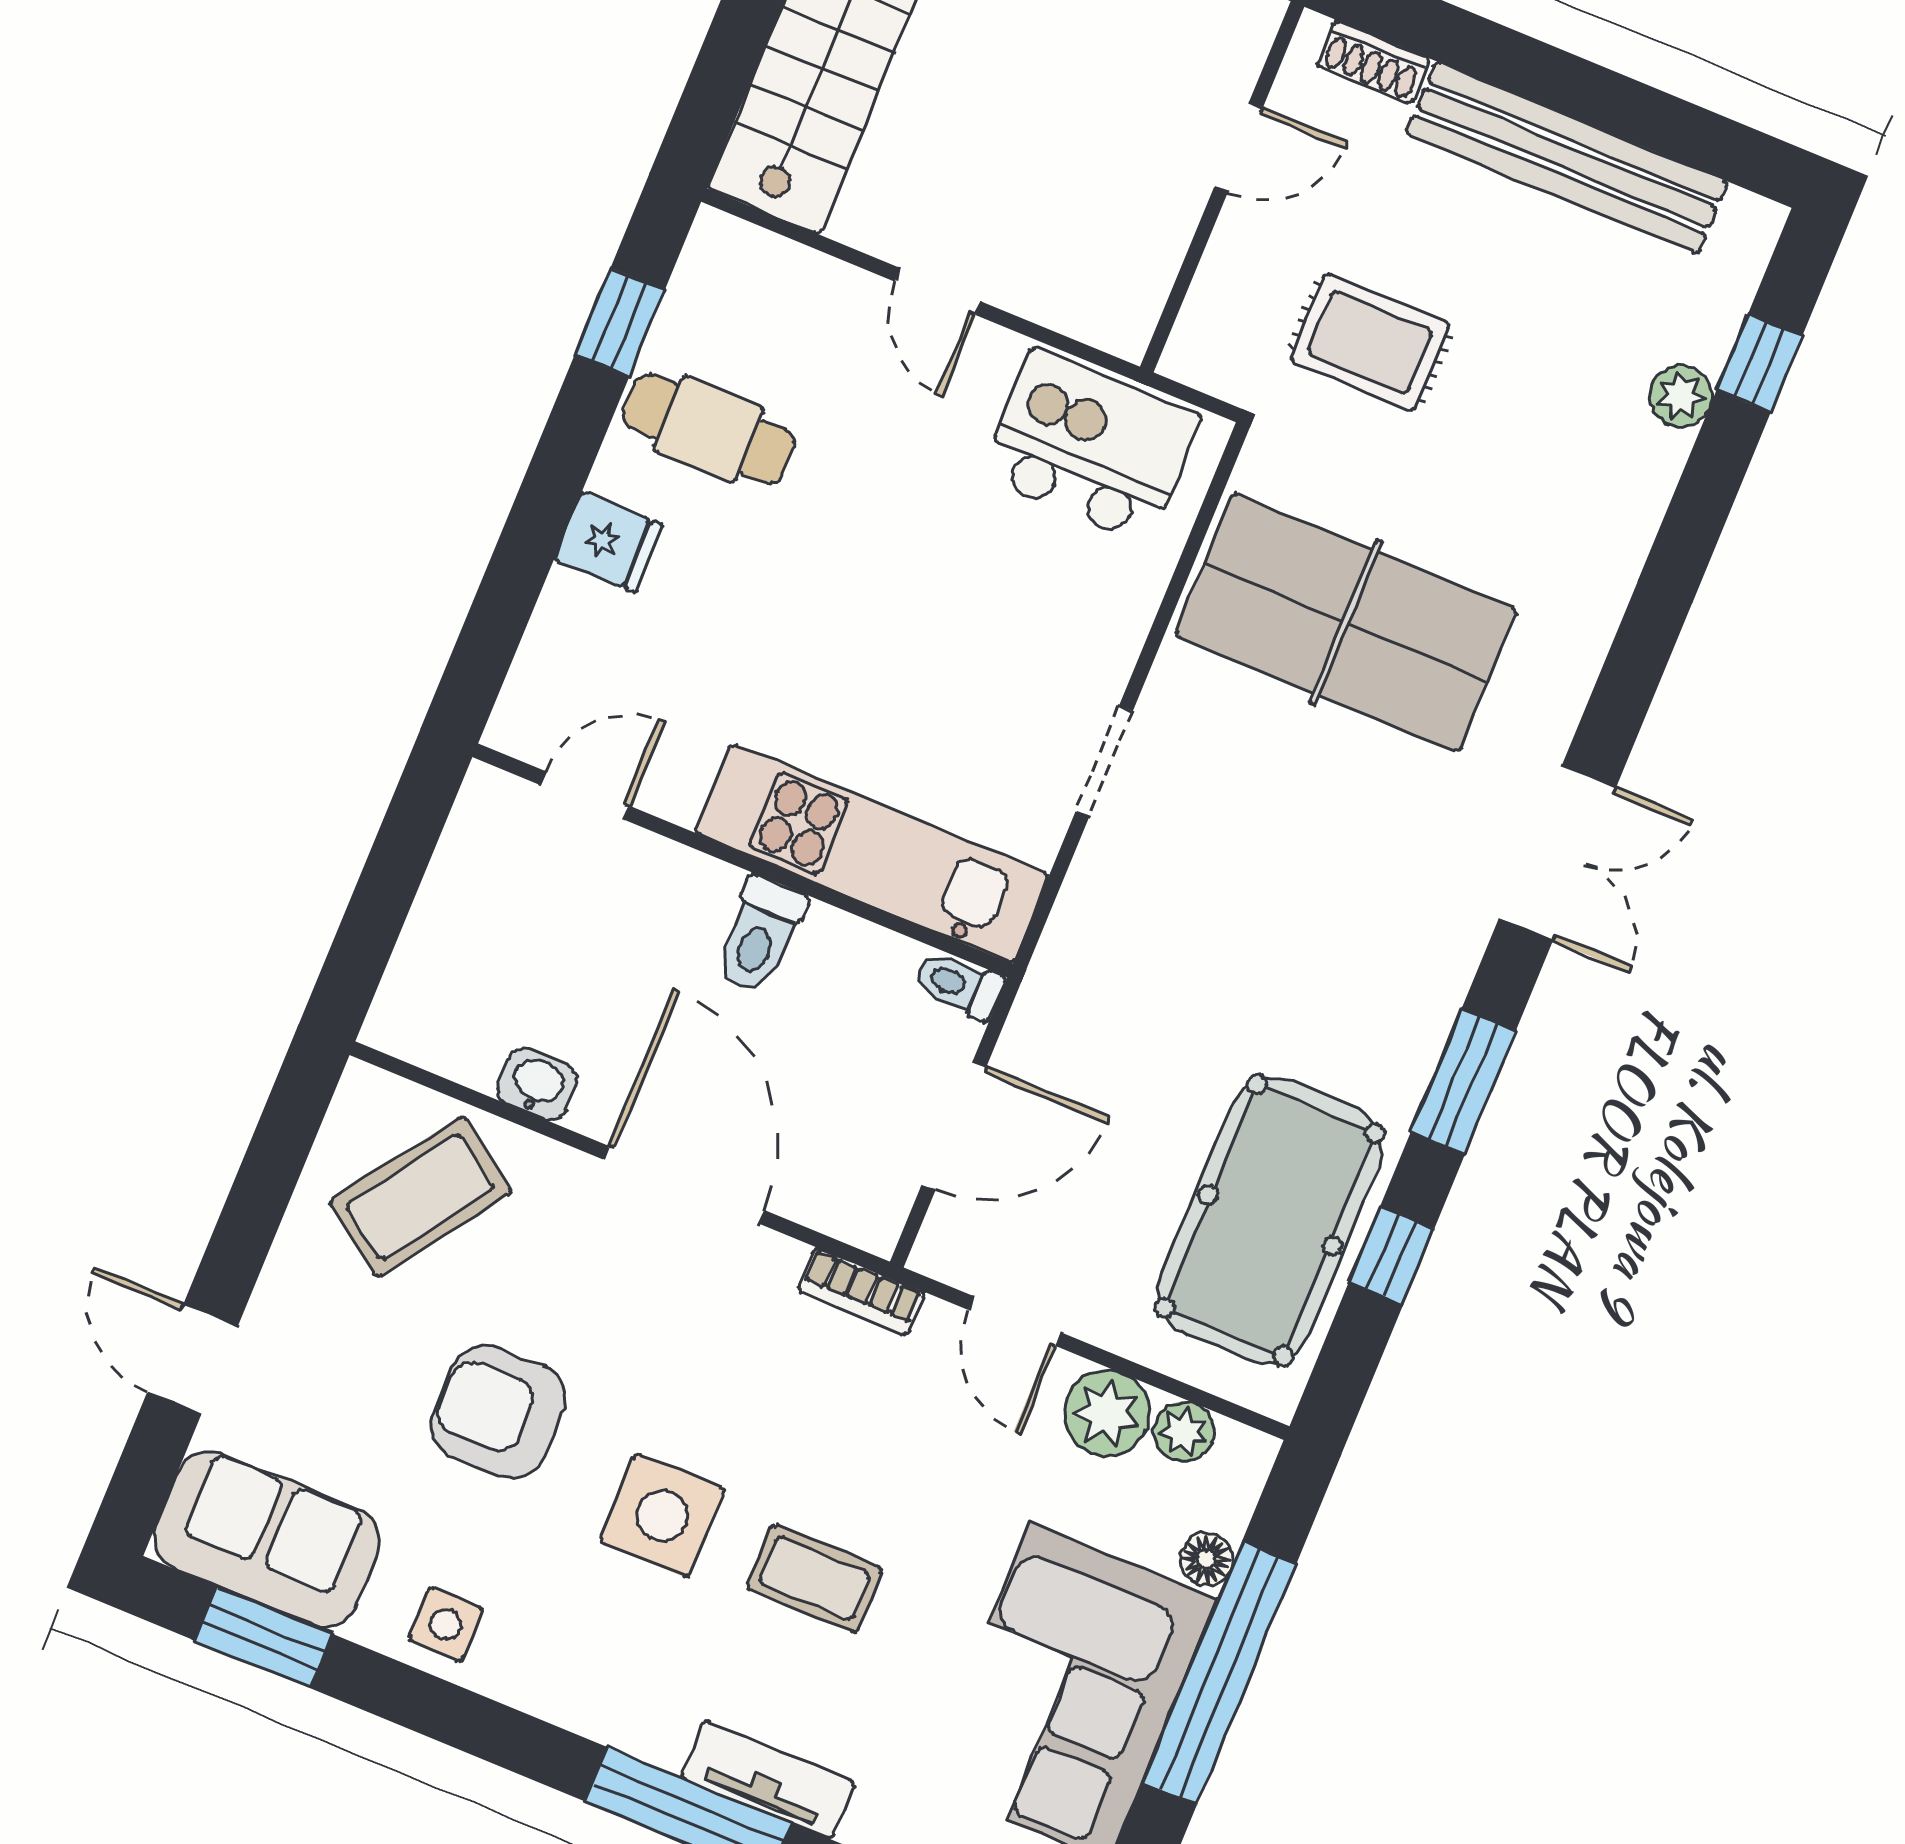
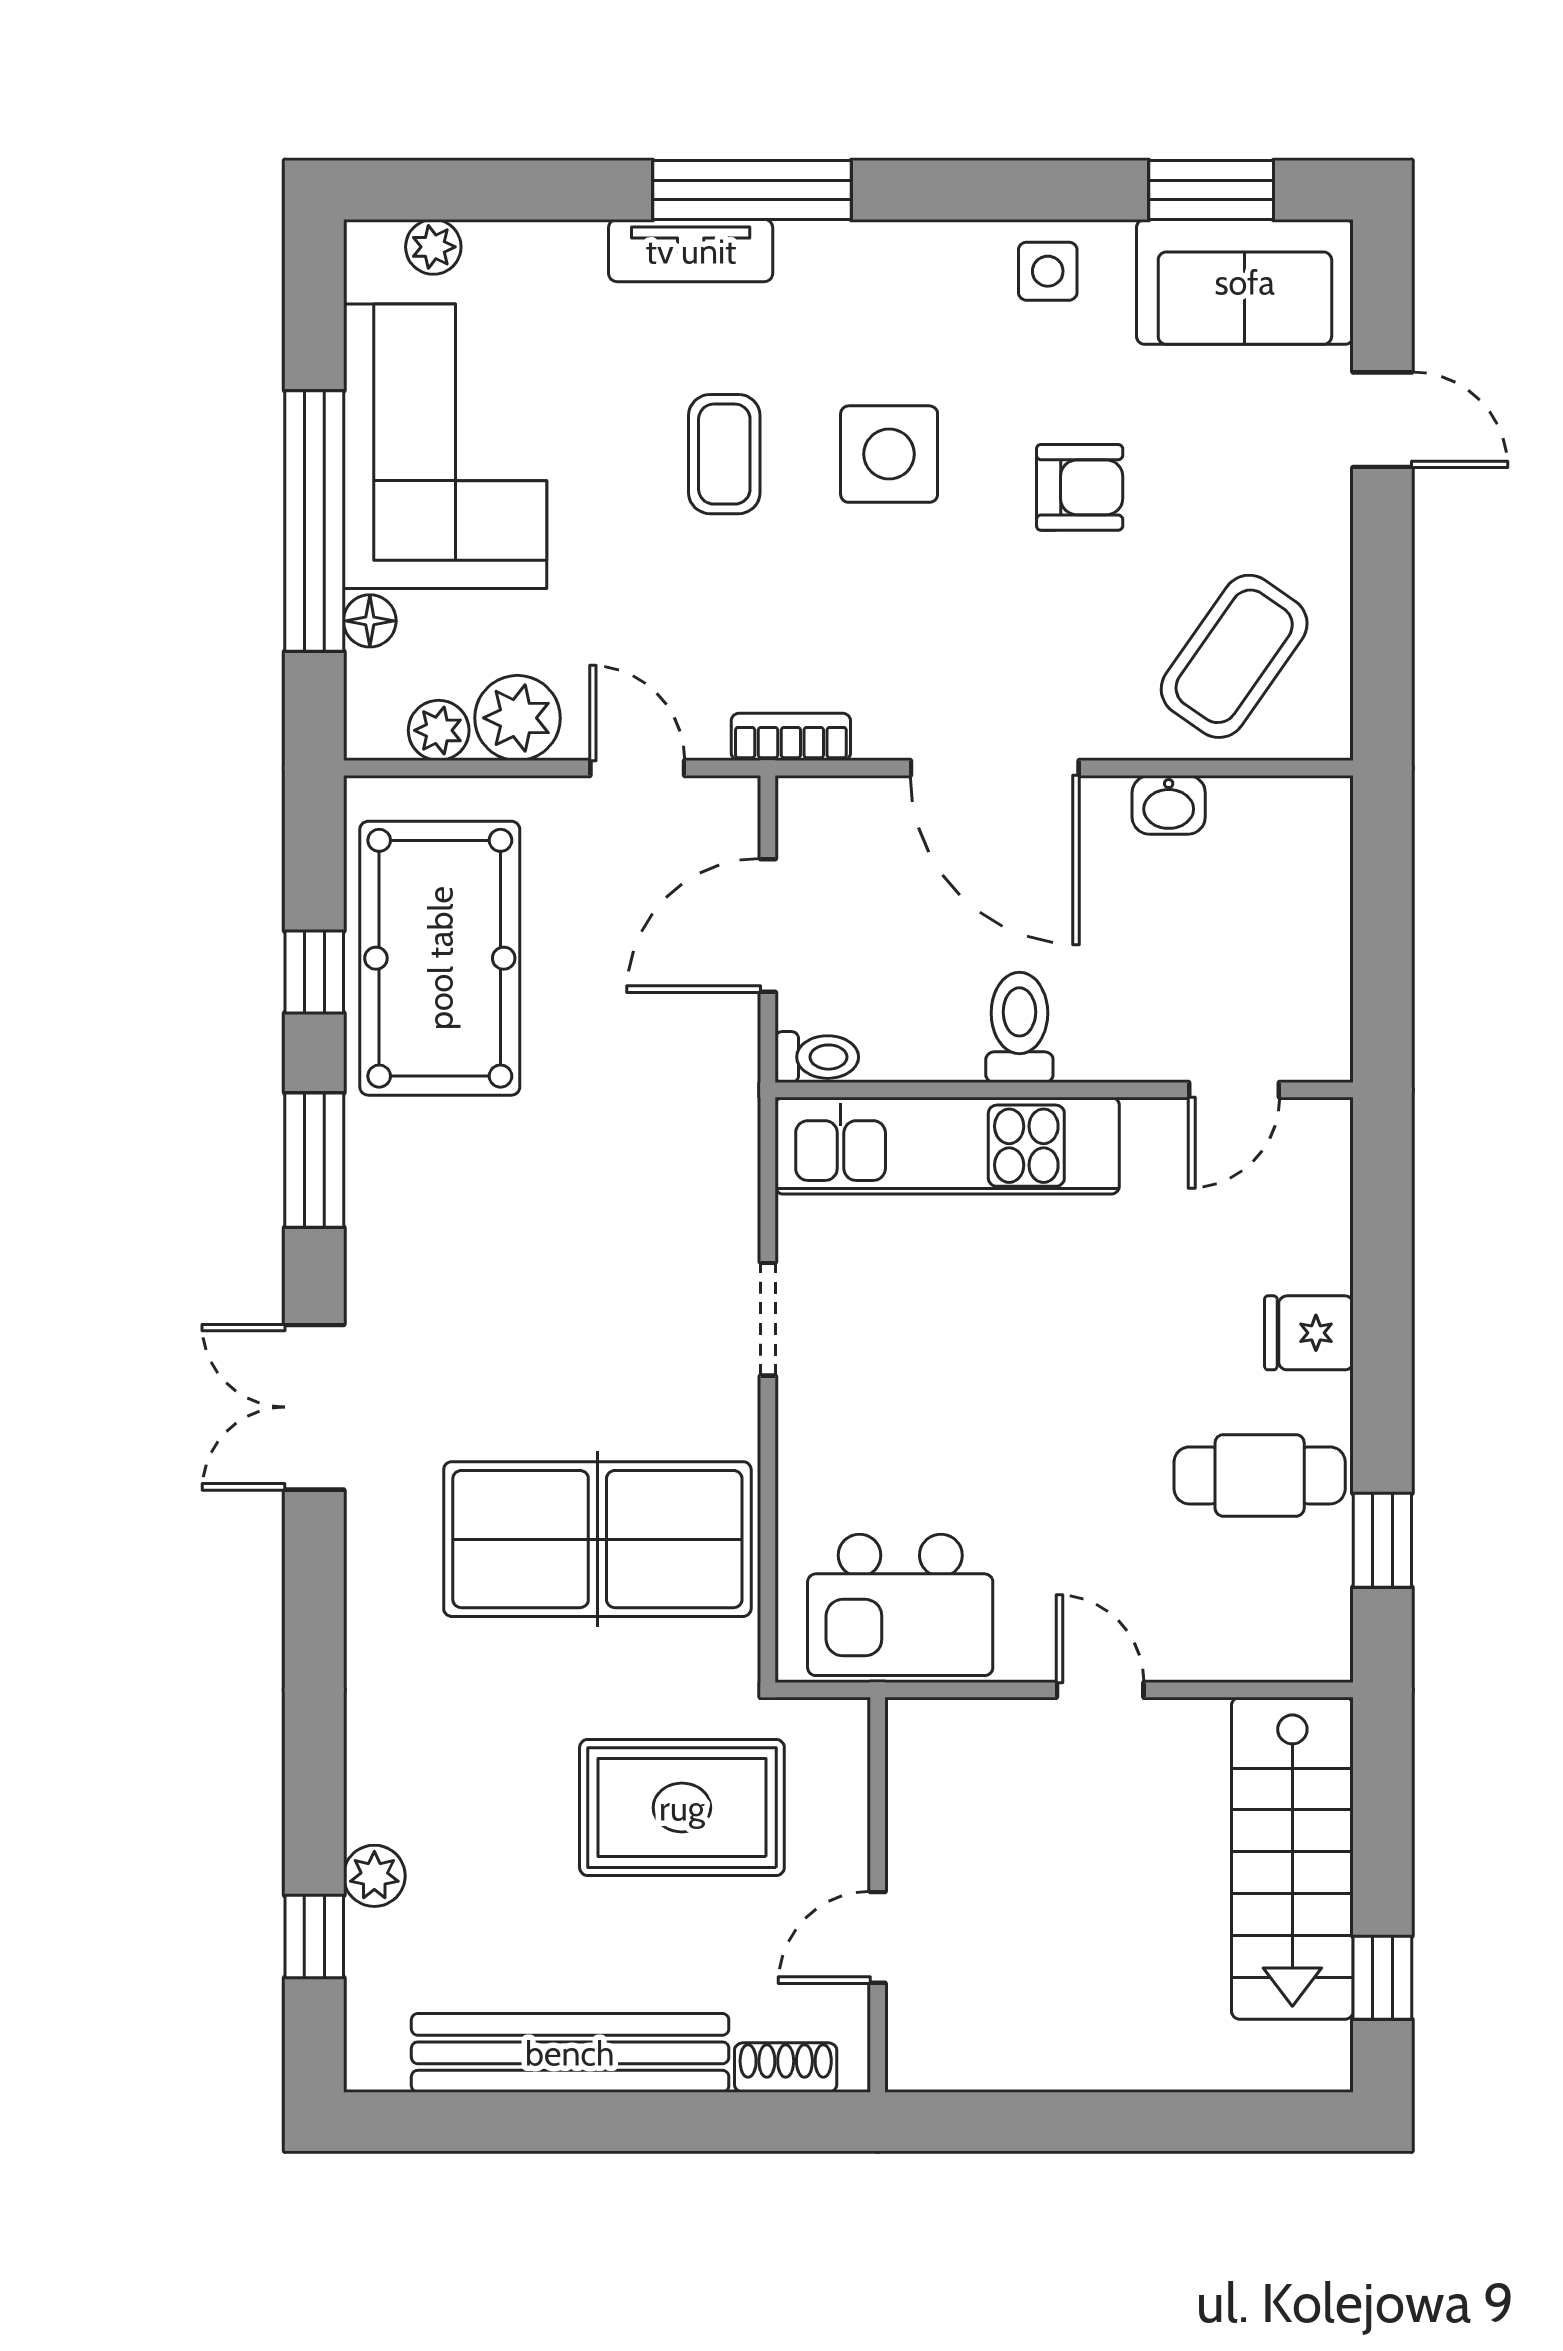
rug: (1370, 342) -> (682, 1808), width x1.36, depth x1.43
armchair: (498, 1412) -> (1080, 487), width x0.72, depth x0.72
coffee table: (815, 1578) -> (724, 454), turned 90

